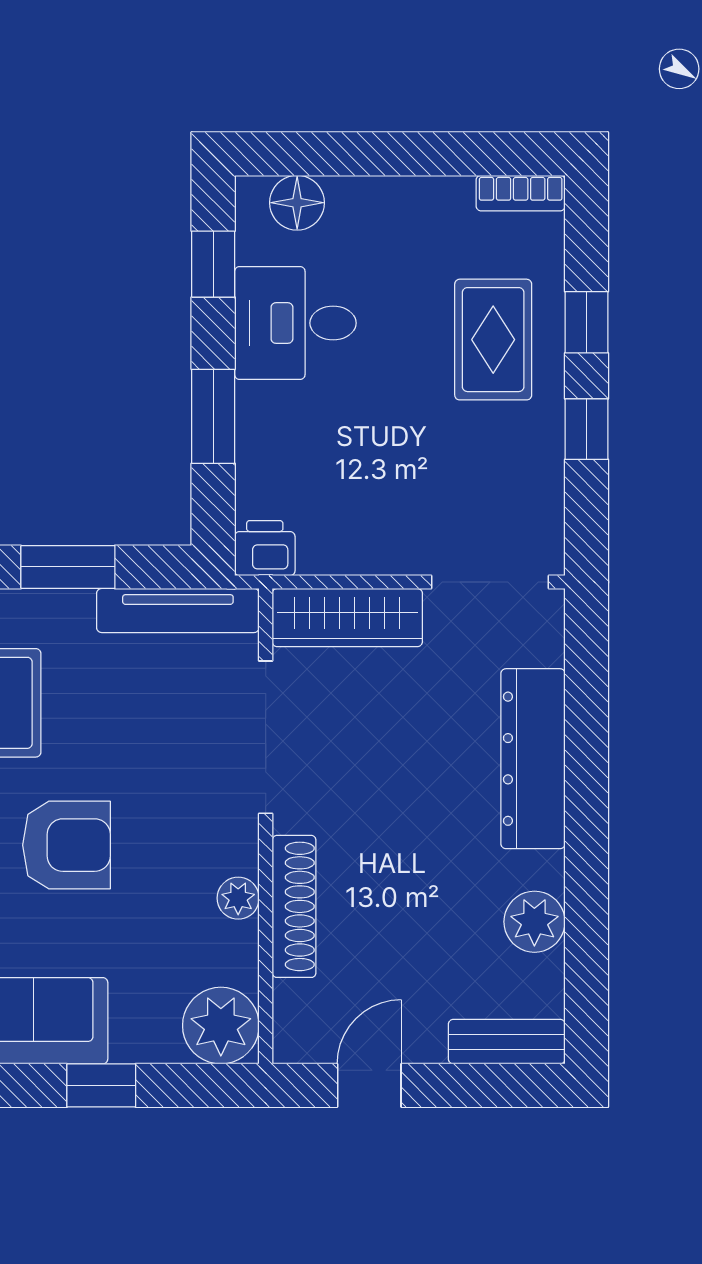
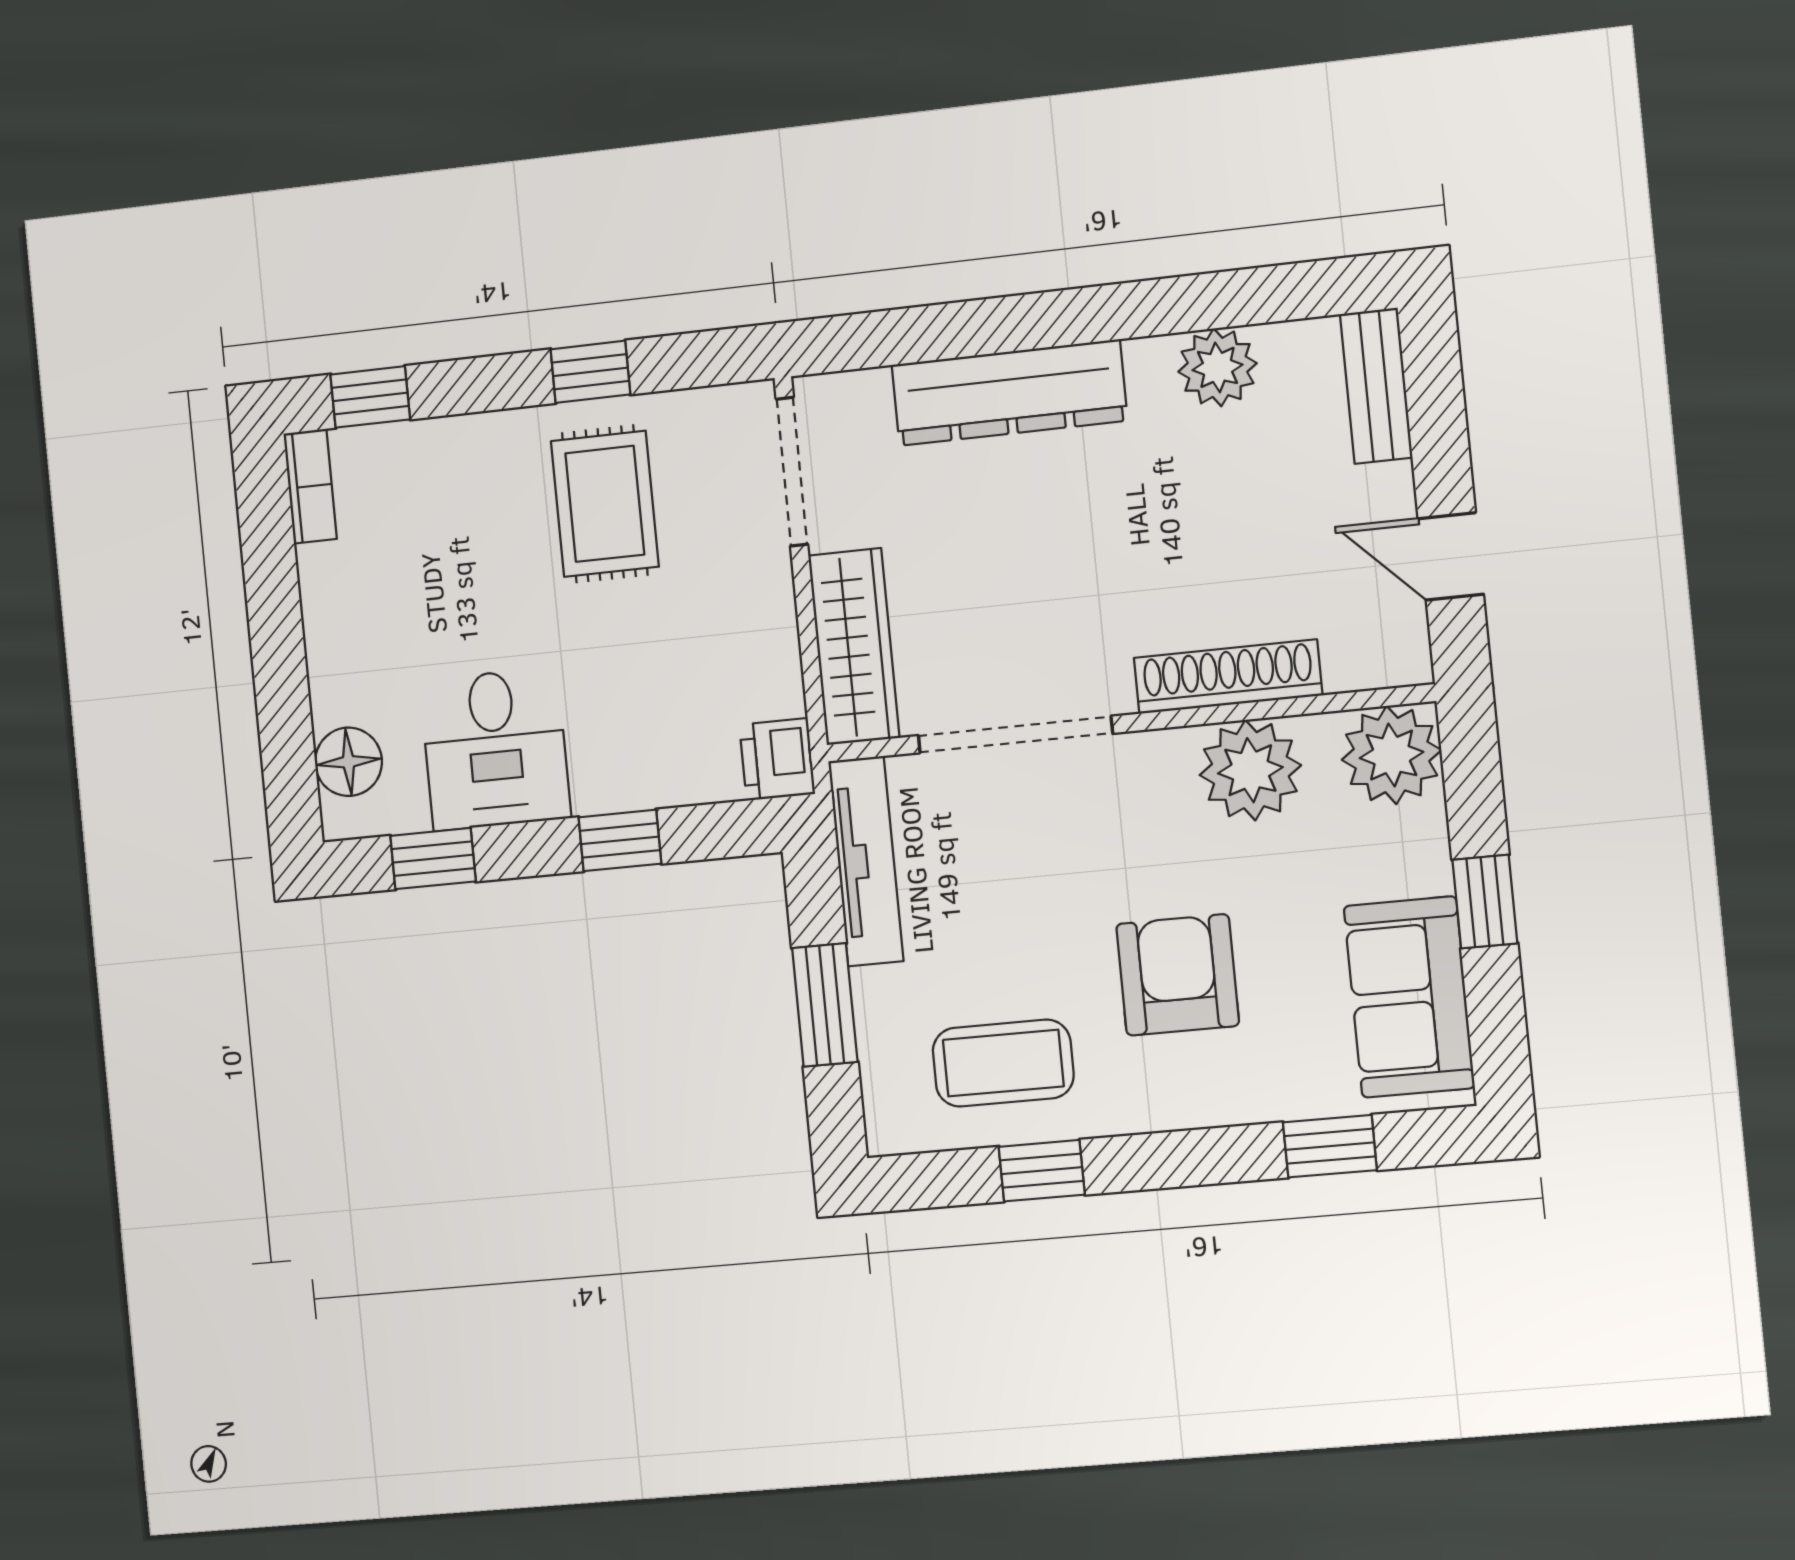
window: (587, 322) -> (370, 397), moved
rug: (493, 340) -> (605, 504), moved, turned 90
window: (213, 416) -> (620, 840), width x0.67
plant: (238, 898) -> (1250, 770), width x1.87, depth x1.87

